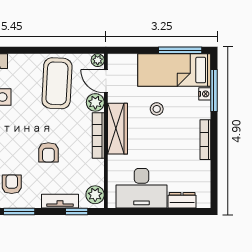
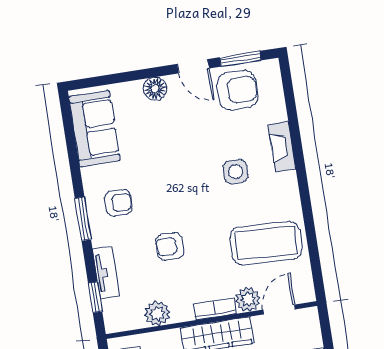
plant: (98, 60) -> (306, 294), removed
bookcase: (98, 136) -> (215, 309), width x0.64
plant: (95, 195) -> (157, 313), moved

